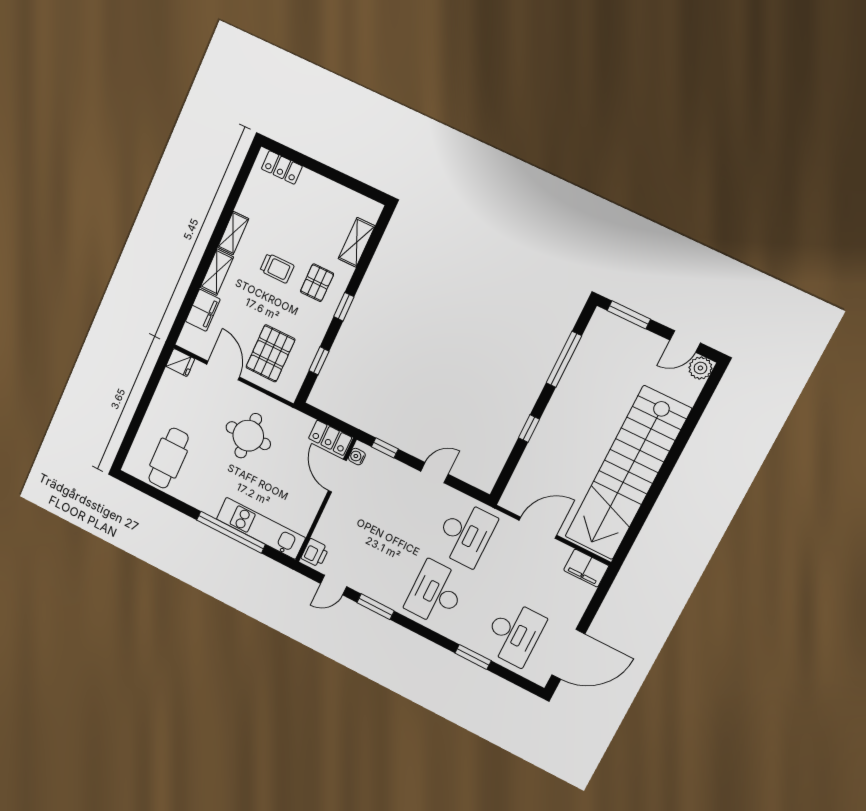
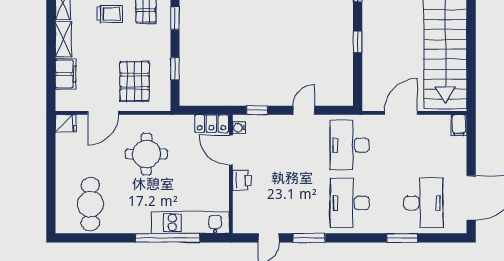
door: (223, 371) -> (103, 113), swing flipped
desk: (465, 534) -> (350, 145), turned 180
printer: (315, 553) -> (242, 180), moved
filing cabinet: (586, 568) -> (459, 125), width x0.50

